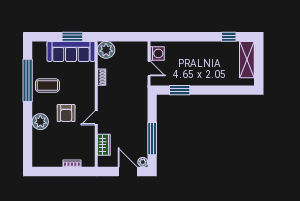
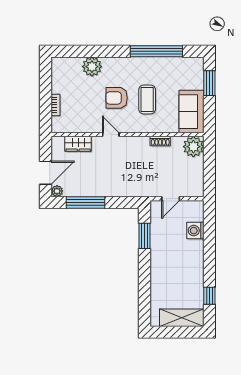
window: (72, 37) -> (209, 83), moved
sofa: (71, 51) -> (192, 112), width x0.73
washing machine: (157, 53) -> (195, 231), moved, turned 90
coffee table: (47, 86) -> (147, 100), moved
plant: (40, 122) -> (92, 67), moved

